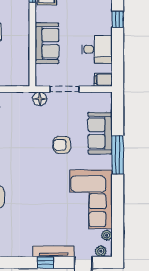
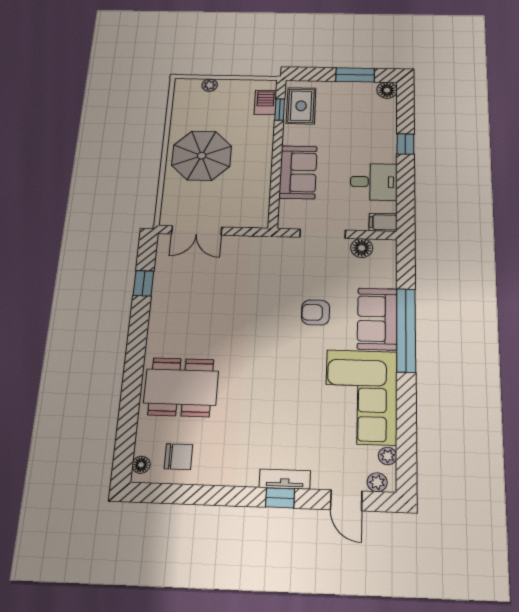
floor lamp: (40, 99) -> (362, 248), moved
sofa: (100, 133) -> (377, 319), moved
window: (118, 155) -> (406, 330), width x1.46
tv unit: (54, 251) -> (285, 479), width x0.71

